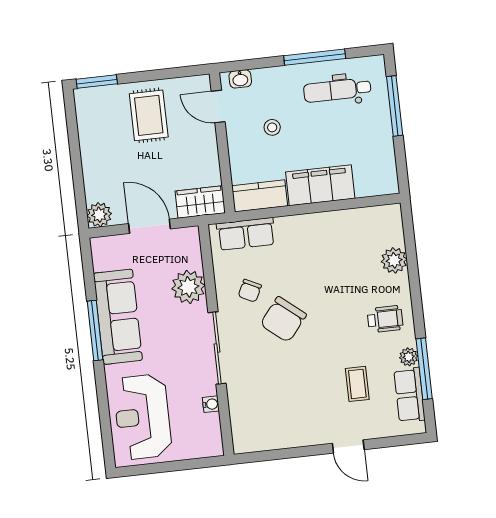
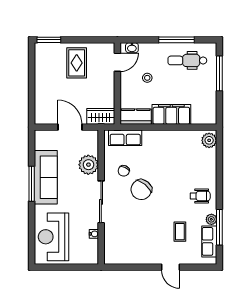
door: (218, 106) -> (117, 62), swing flipped
plant: (99, 215) -> (42, 117), removed
plant: (394, 260) -> (209, 140), moved

